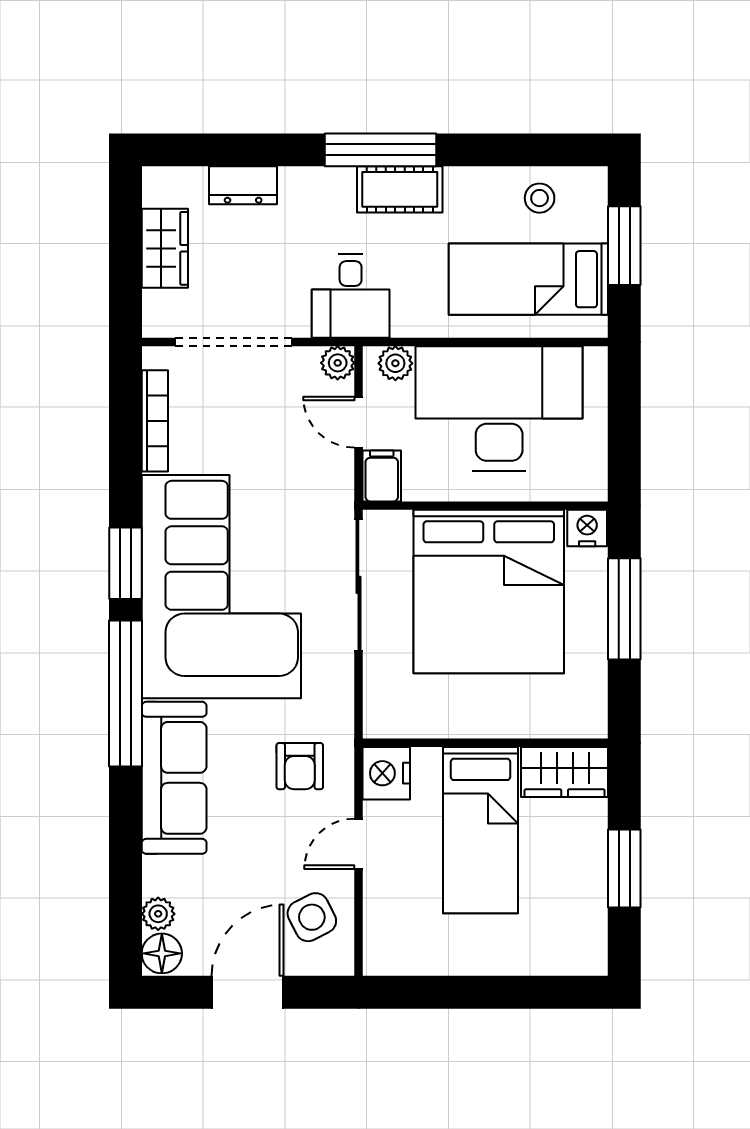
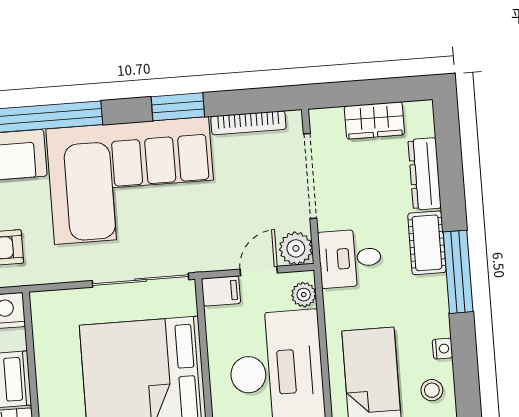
nightstand: (484, 179) -> (442, 349), added
dresser: (243, 185) -> (425, 174), width x1.44
cot: (400, 189) -> (427, 243), moved
plant: (338, 363) -> (296, 248), width x1.38, depth x1.38
window: (125, 563) -> (178, 107), moved

